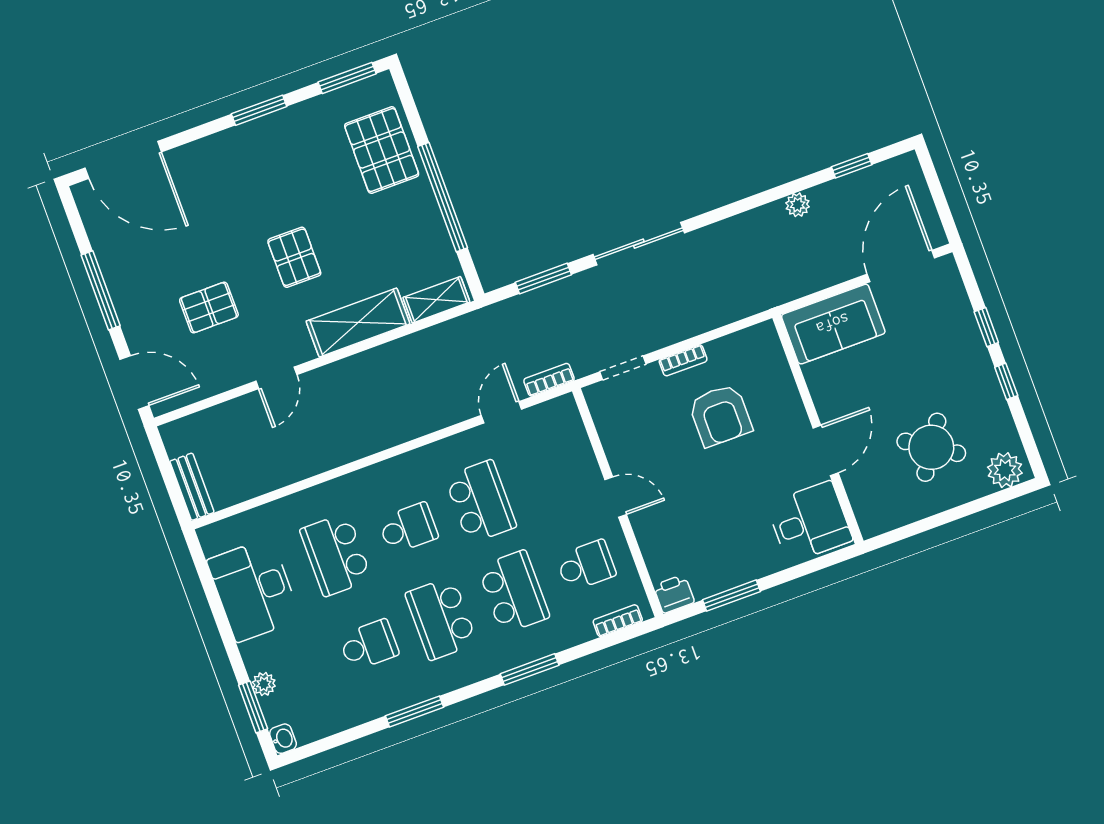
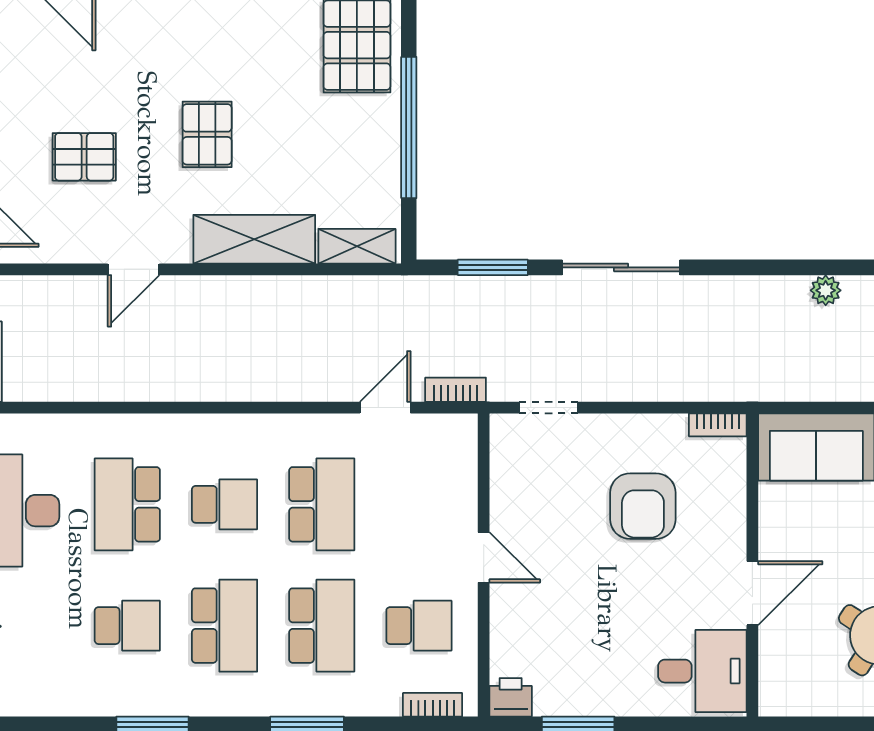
bookcase: (683, 360) -> (718, 425), moved
school desk: (441, 618) -> (225, 626), turned 180

